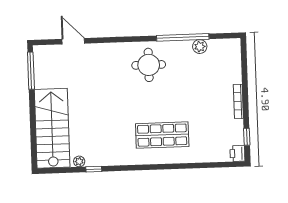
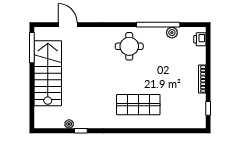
stairs: (52, 128) -> (48, 73), moved
printer: (237, 153) -> (200, 39), moved

